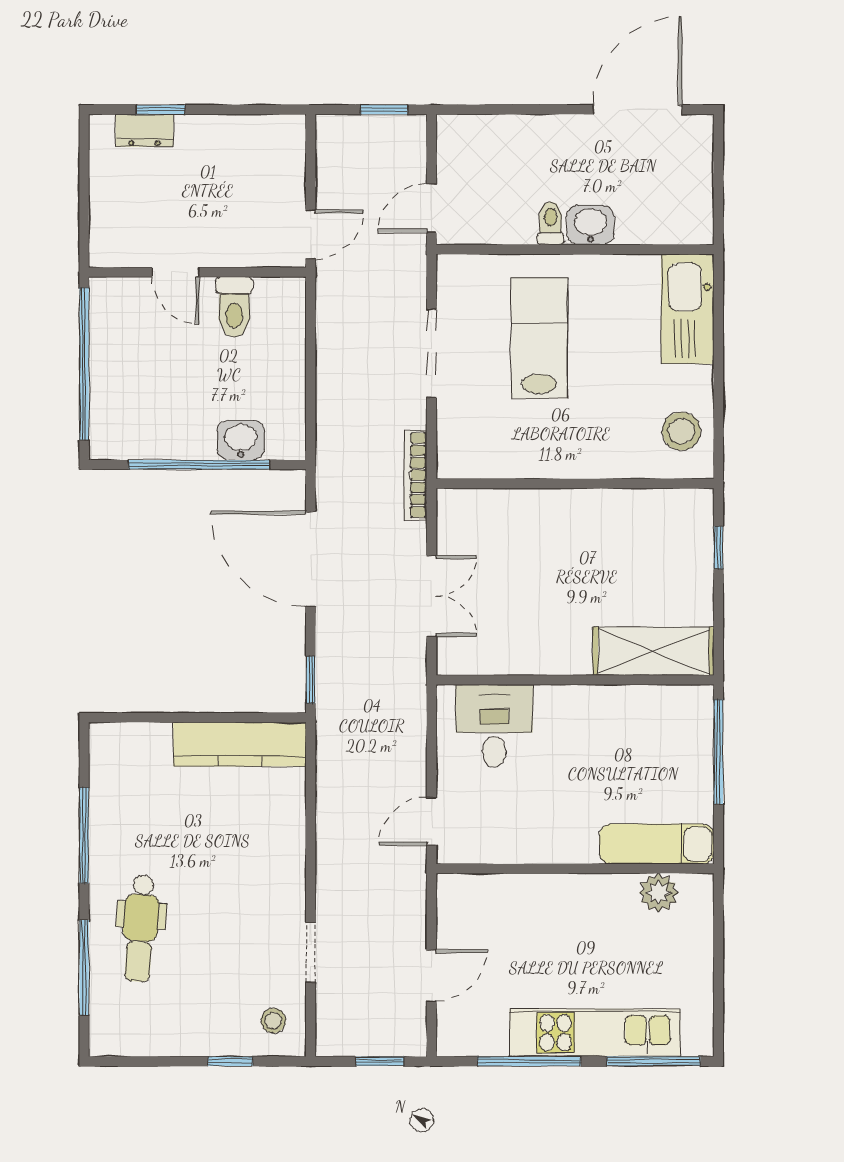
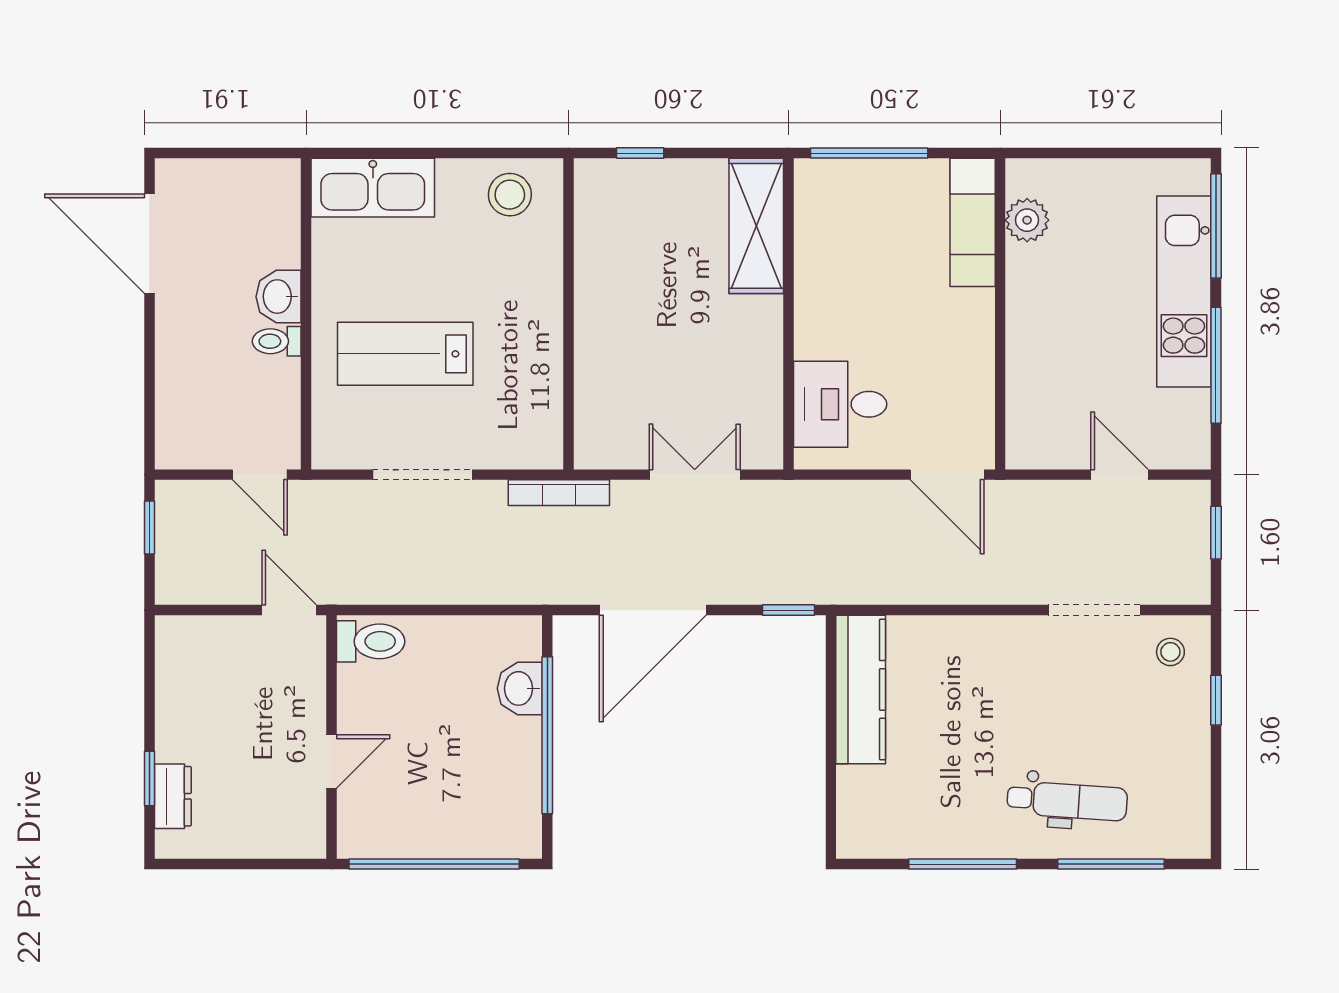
toilet: (234, 307) -> (371, 641), moved
door: (431, 821) -> (947, 475), width x1.38
doorway: (311, 953) -> (1094, 610), width x1.38

